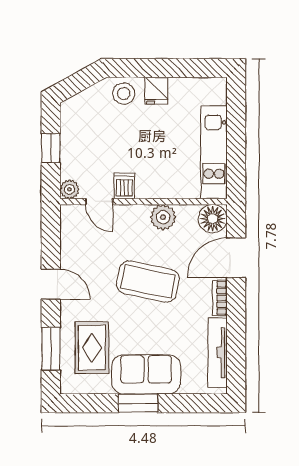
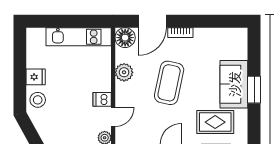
door: (236, 258) -> (152, 21), hinge flipped
tv unit: (218, 353) -> (219, 34), removed

